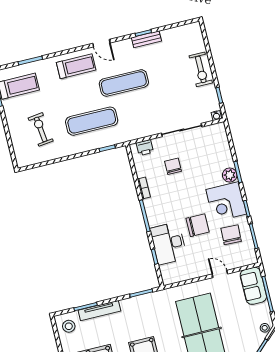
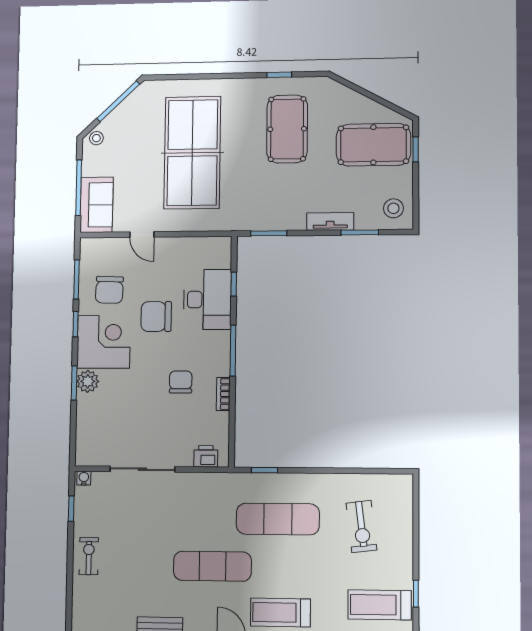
exercise bike: (201, 69) -> (89, 556), width x0.73, depth x0.72
chair: (173, 166) -> (181, 382), moved, turned 180
tv unit: (99, 311) -> (330, 221), width x0.71

